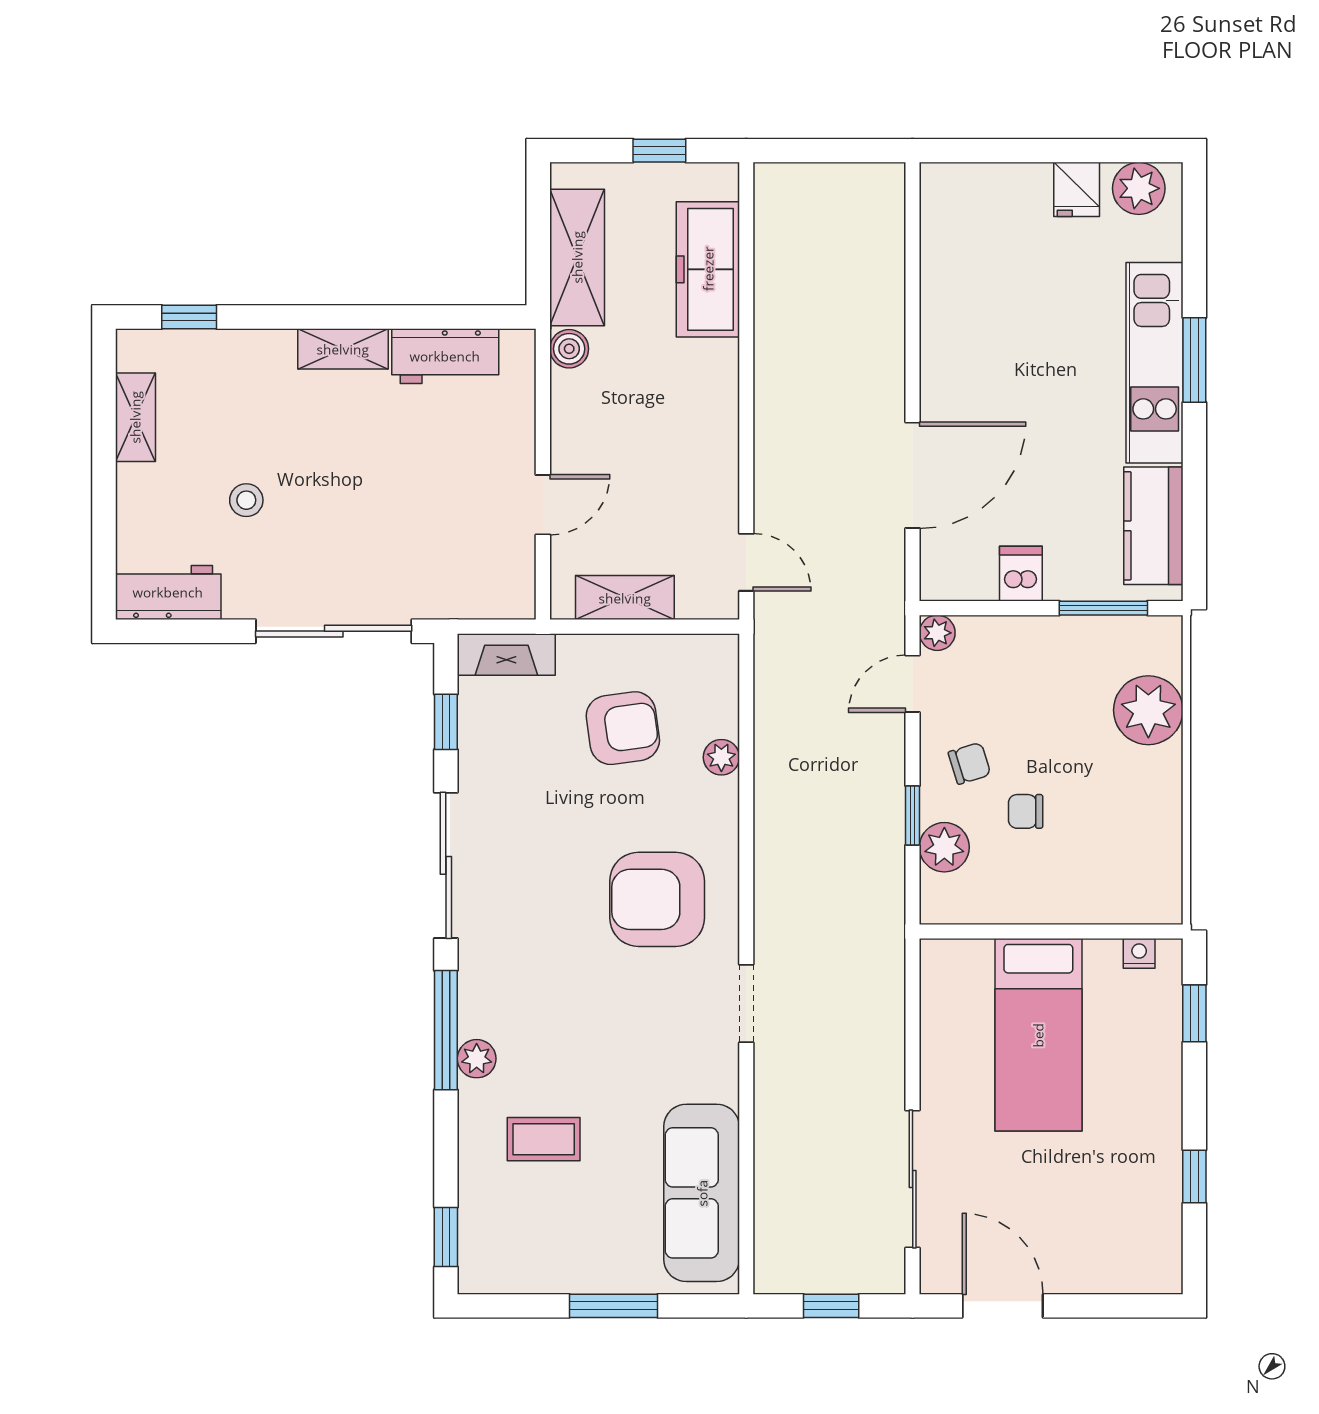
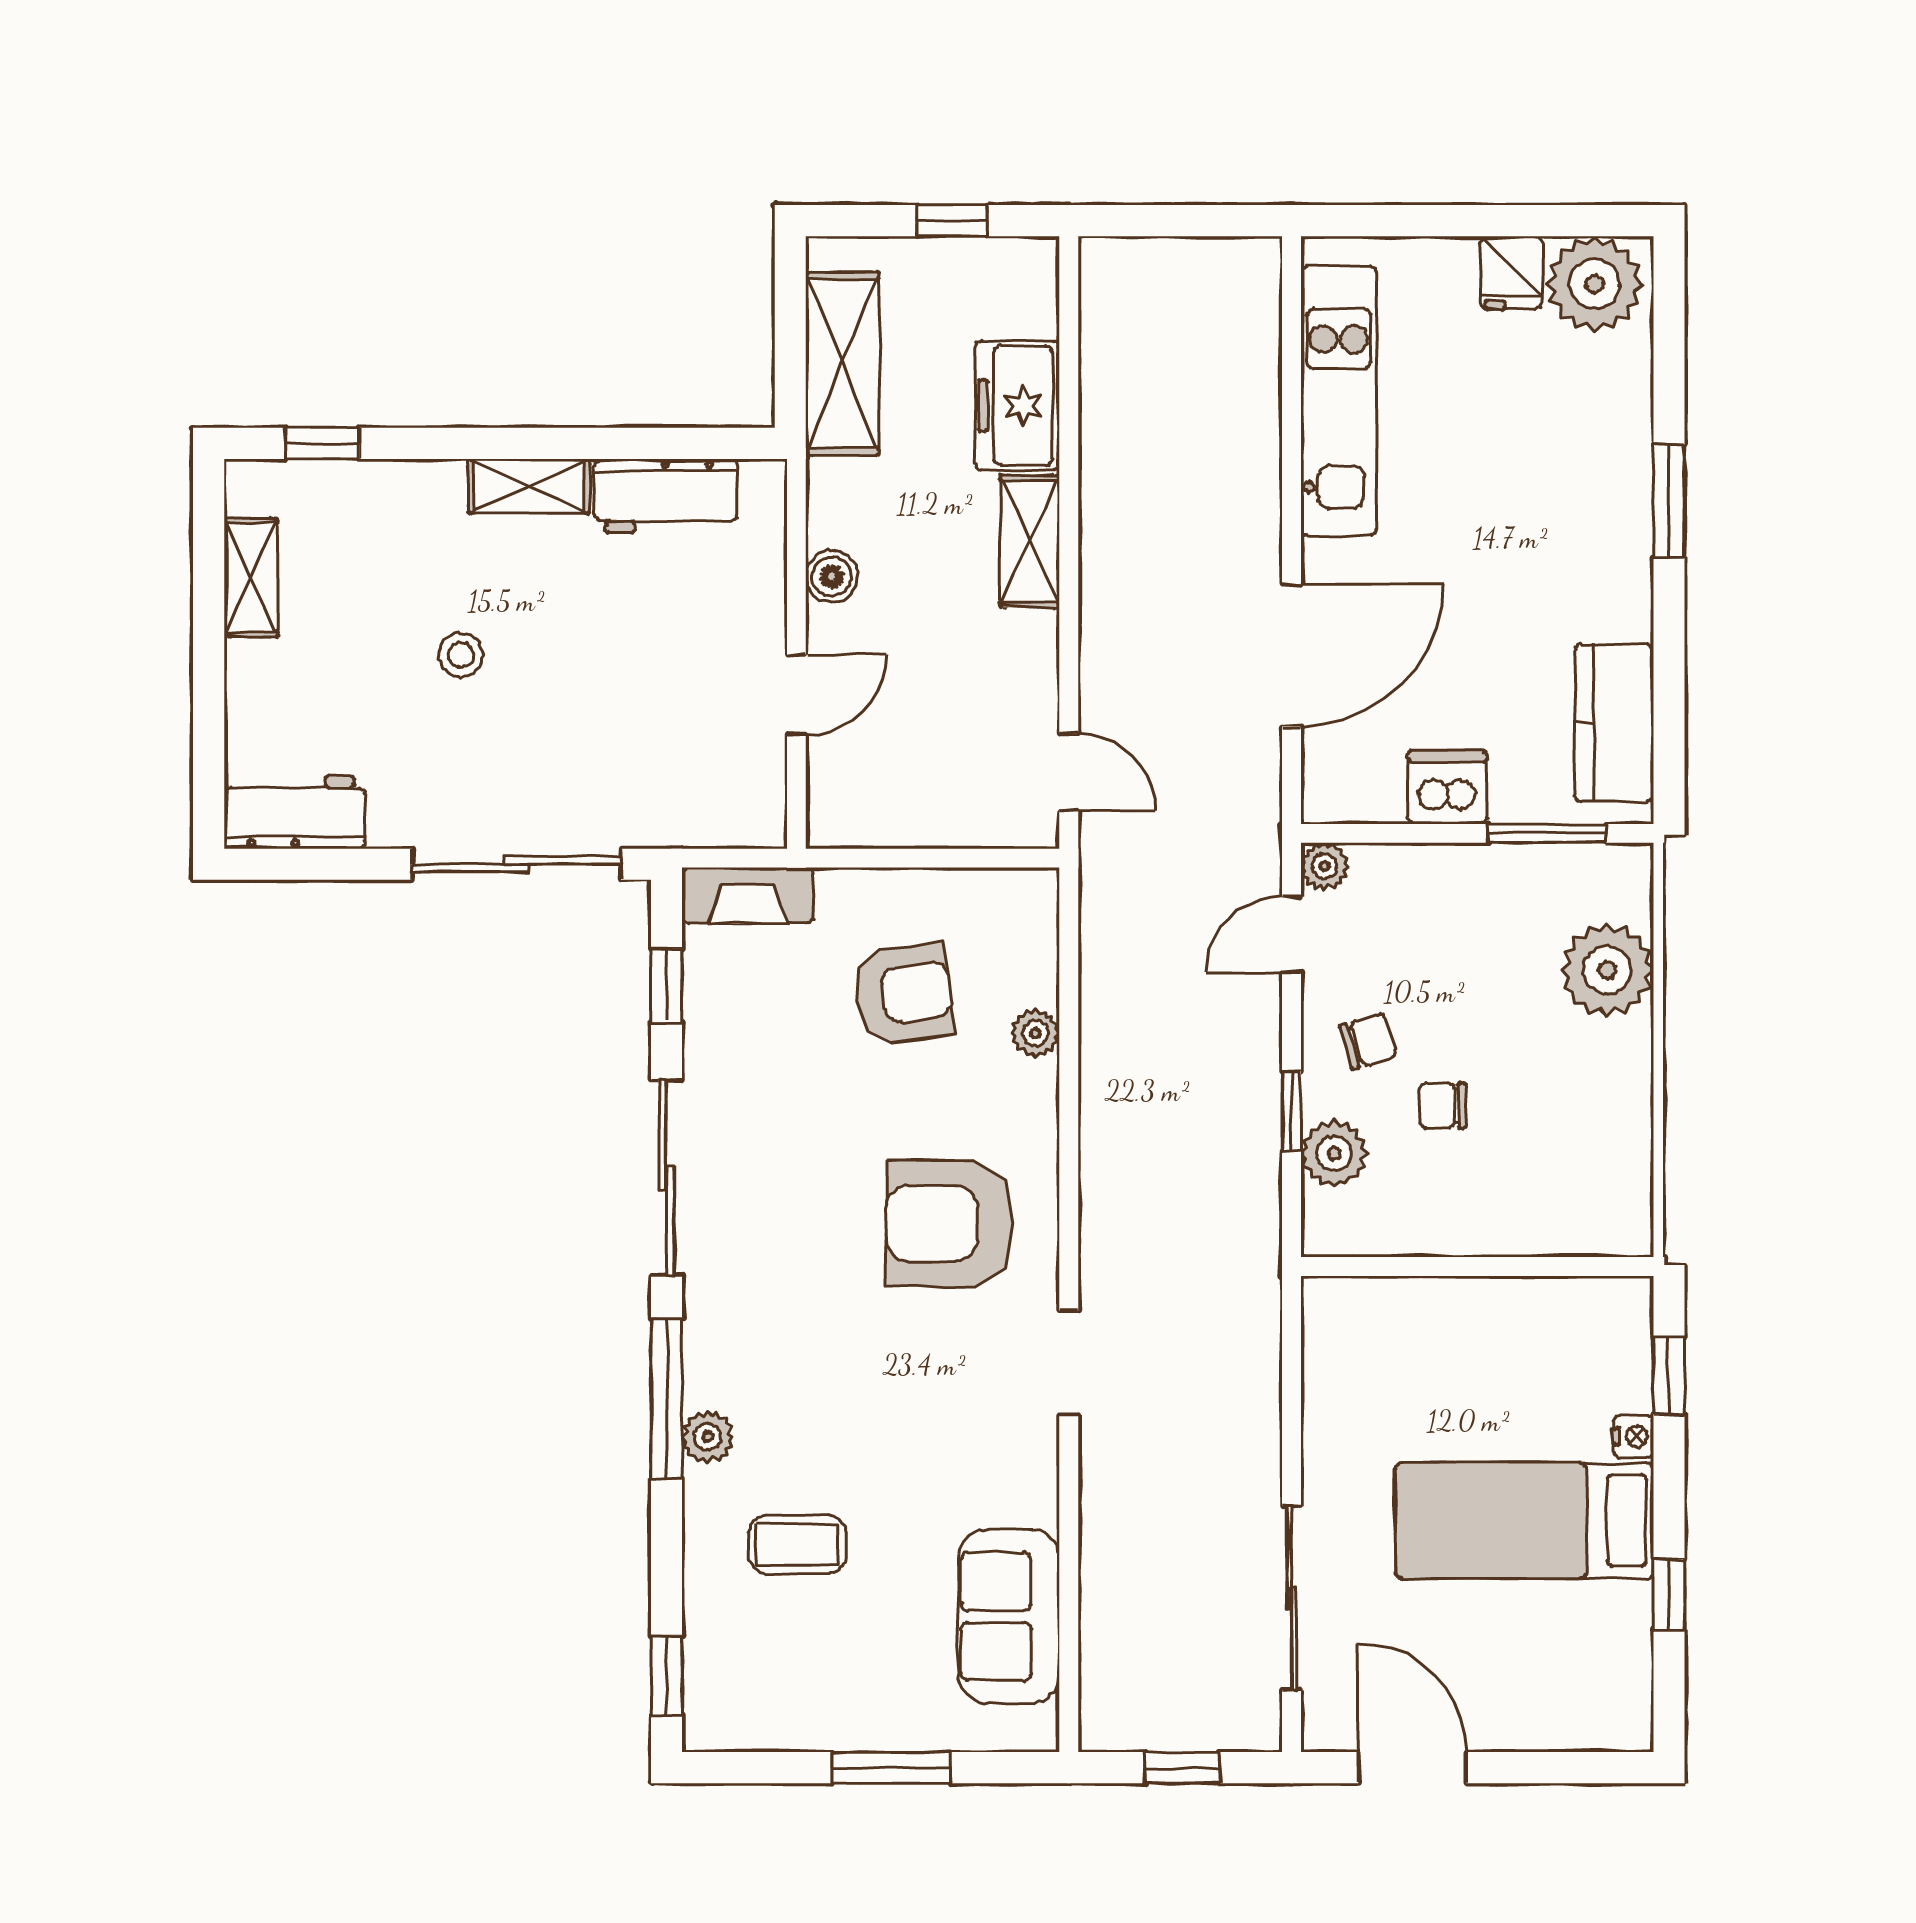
plant: (1139, 188) -> (1595, 284), width x1.36, depth x1.36
freezer: (708, 269) -> (1017, 406), width x0.71
boiler: (569, 349) -> (832, 576), moved
kitchen unit: (1155, 363) -> (1339, 401), moved, turned 180
stool: (246, 500) -> (461, 655), moved
dishwasher: (1021, 574) -> (1447, 787), width x1.38
shelving: (625, 598) -> (1030, 541), moved, turned 90
nightstand: (1139, 953) -> (1634, 1436), moved, turned 90
bed: (1038, 1035) -> (1524, 1521), moved, turned 90
sofa: (702, 1193) -> (1009, 1616), width x0.73

